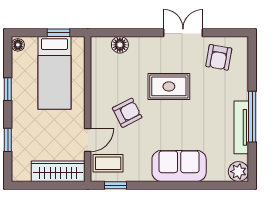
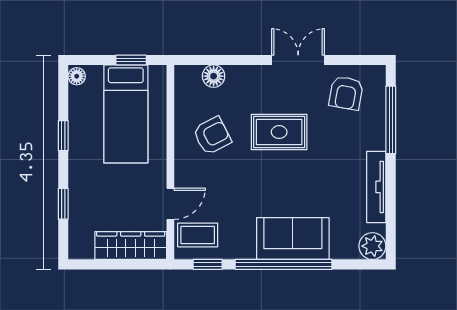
armchair: (127, 113) -> (212, 136), moved
window: (252, 117) -> (391, 120), moved
window: (172, 185) -> (283, 264), added

